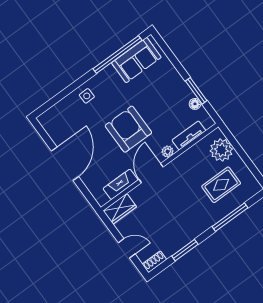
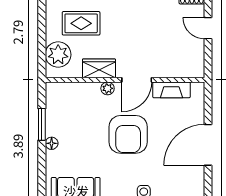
floor lamp: (195, 104) -> (52, 143), moved
tv unit: (189, 135) -> (78, 89), removed
wardrobe: (120, 209) -> (99, 68), moved

